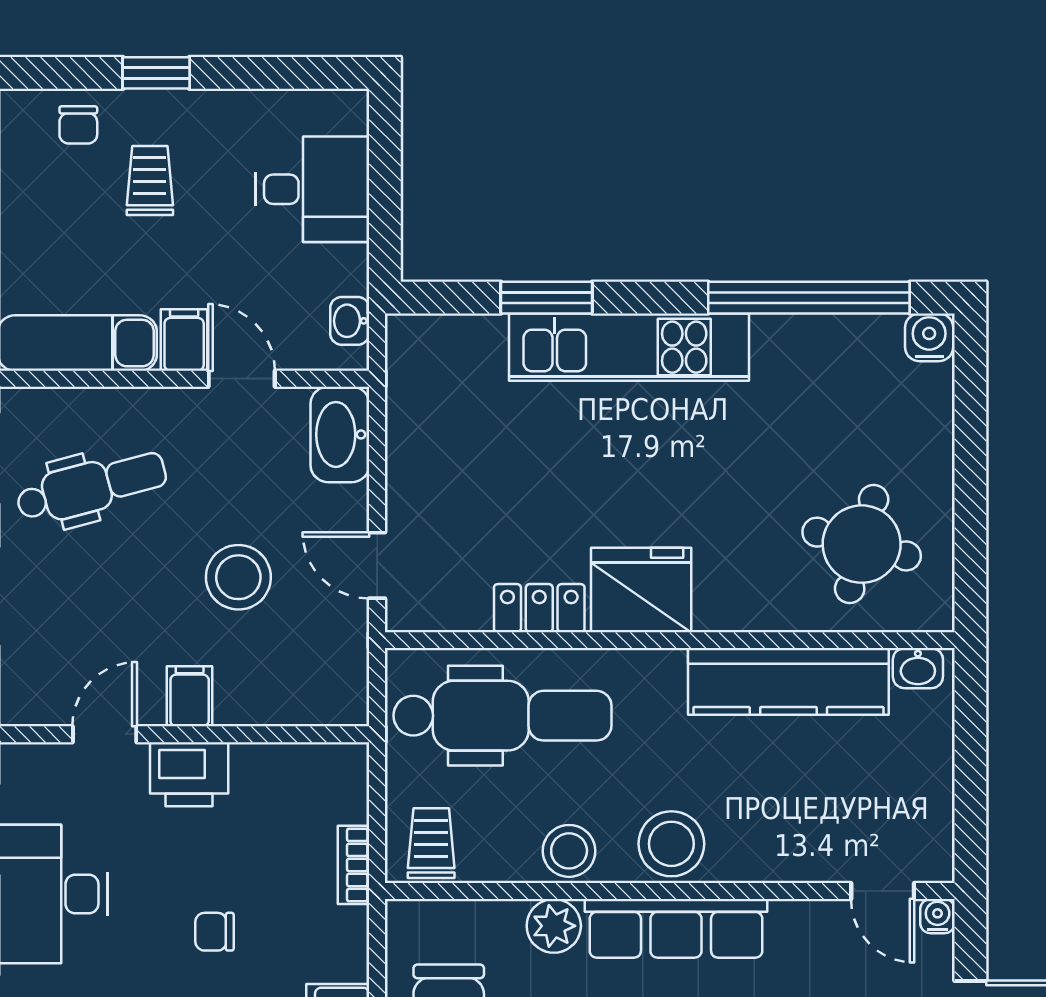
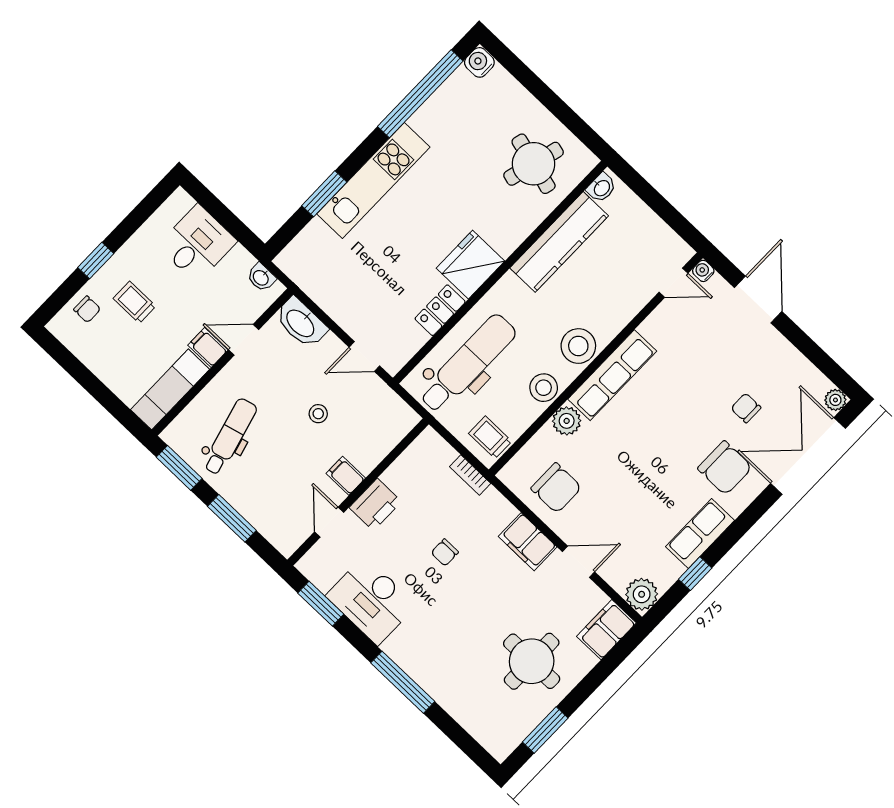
stool: (238, 577) -> (318, 414), width x0.53, depth x0.53

